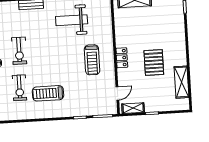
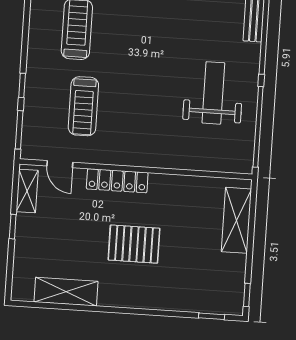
locker: (122, 58) -> (117, 181), width x1.53
treadmill: (92, 60) -> (83, 106), moved, turned -90
pallet: (154, 63) -> (134, 244), moved

